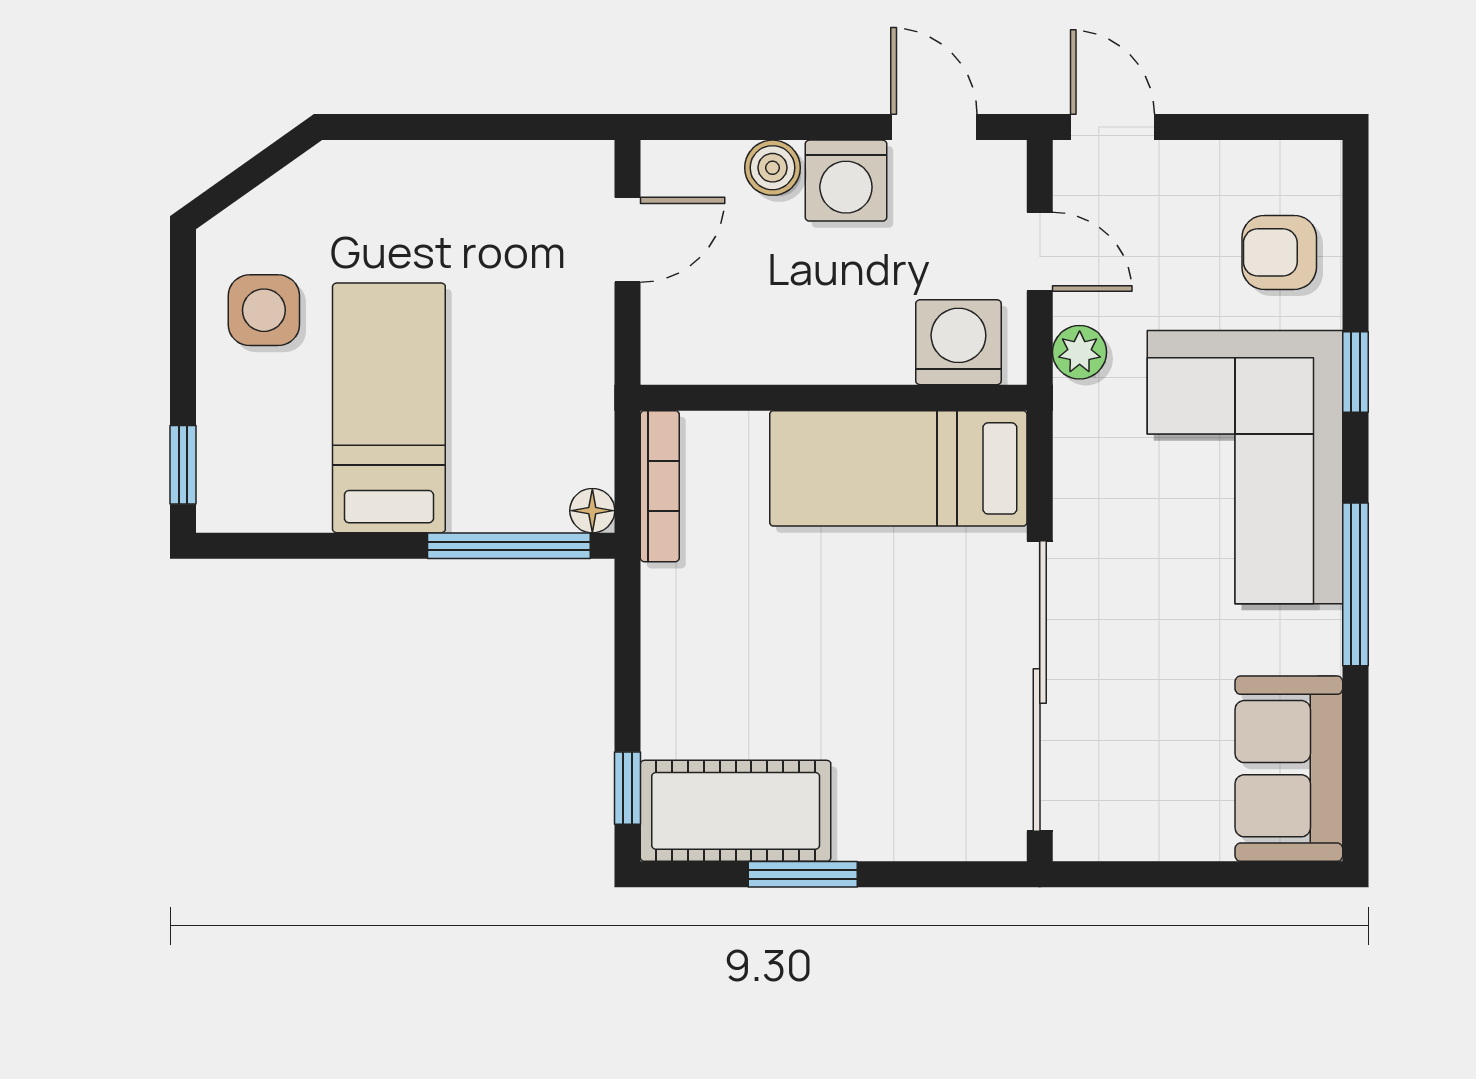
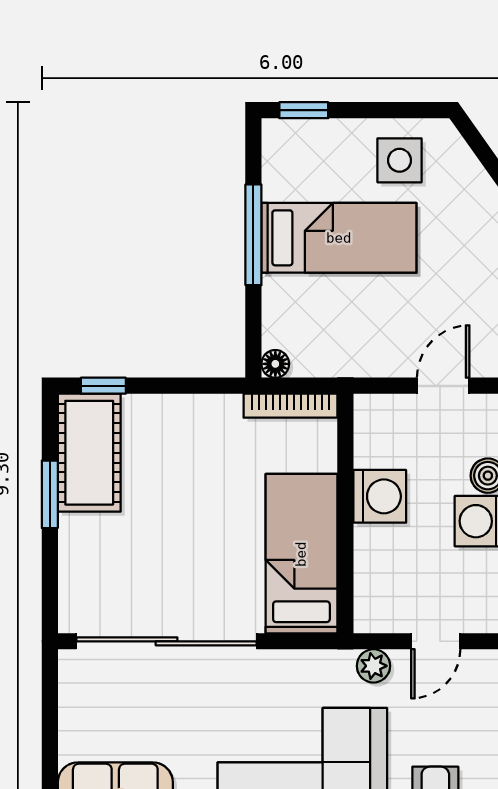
door: (628, 240) -> (443, 386), swing flipped
washing machine: (958, 342) -> (380, 496), moved
window: (509, 546) -> (253, 235), moved

